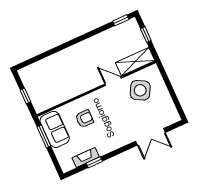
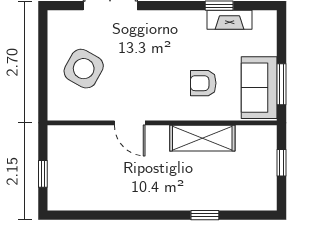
window: (121, 20) -> (205, 215), moved
shelving: (135, 62) -> (202, 138), moved
side table: (140, 90) -> (84, 69), moved

